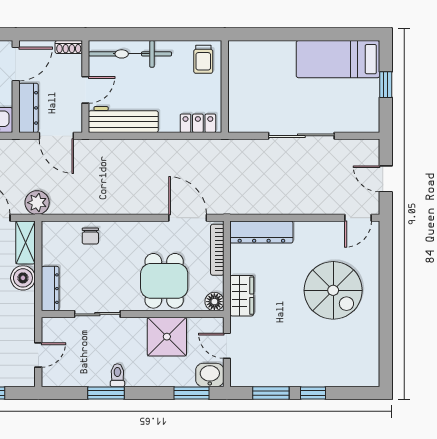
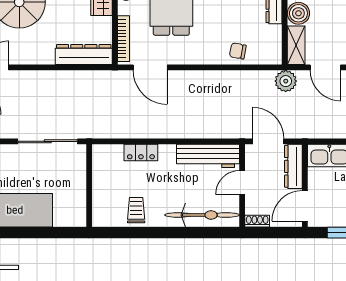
wall: (225, 87) -> (89, 186), moved
chair: (90, 236) -> (238, 51), turned -80

